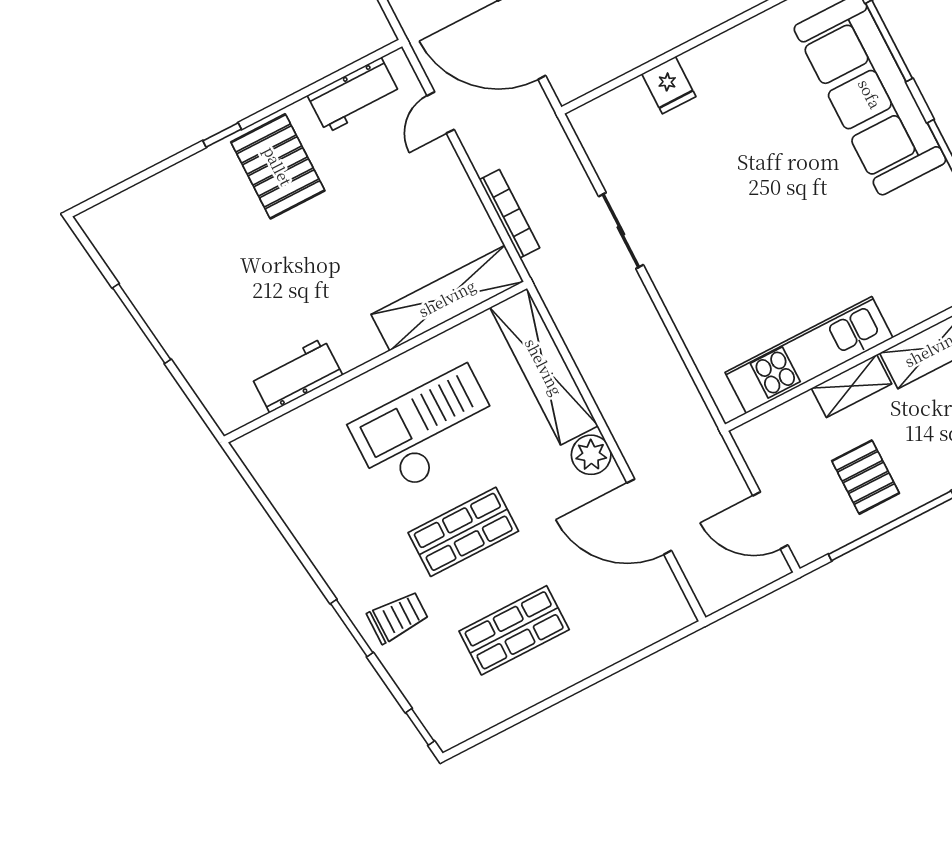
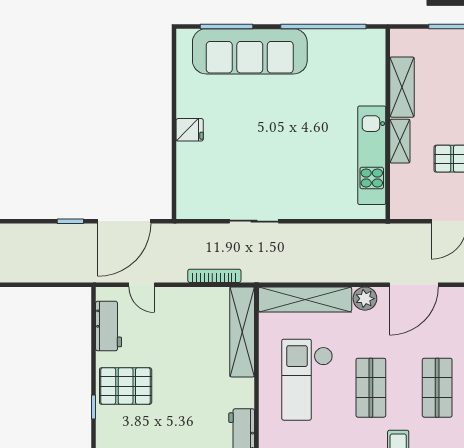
fridge: (669, 85) -> (190, 130), moved

